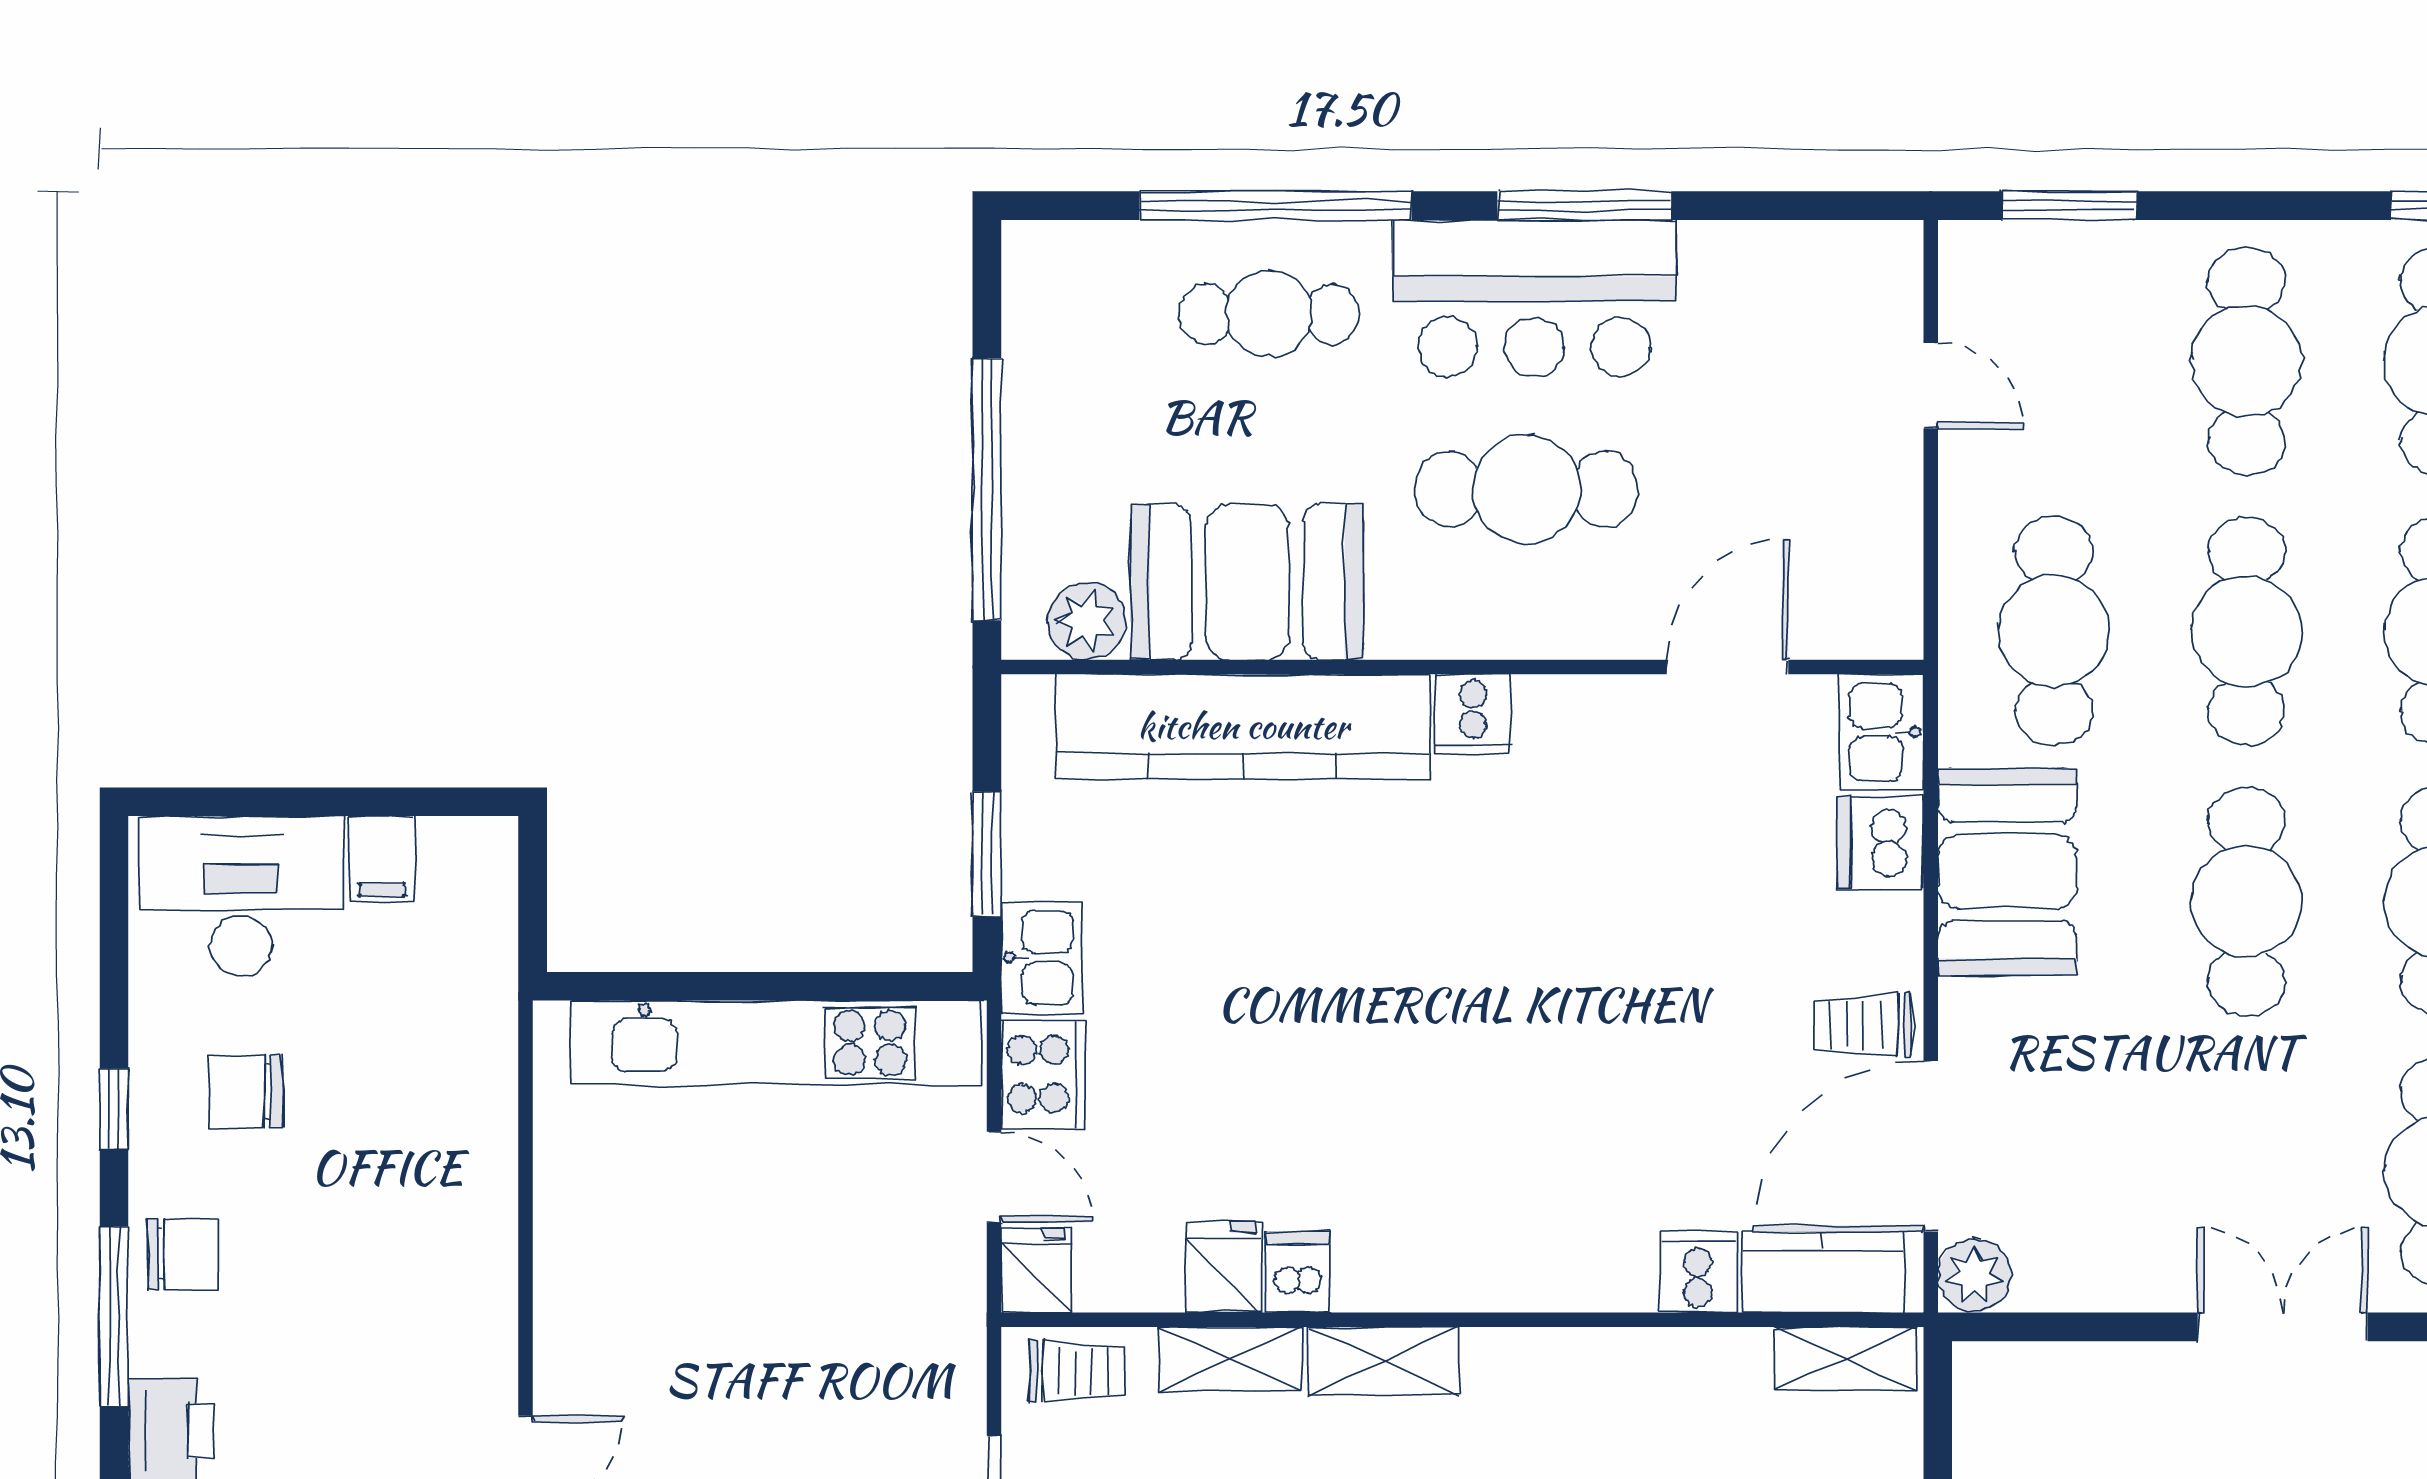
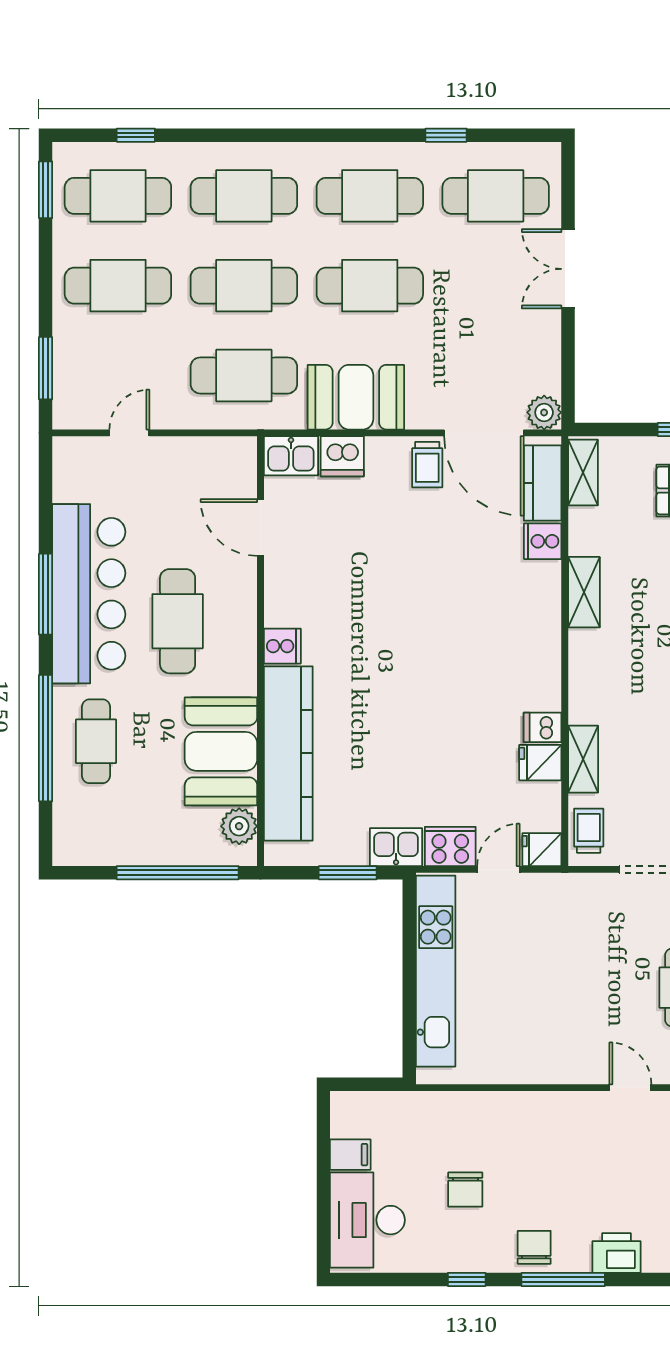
bar counter: (1534, 298) -> (89, 594), width x1.36
chair: (246, 1091) -> (465, 1190), moved
shelving: (1383, 1361) -> (584, 592), moved

